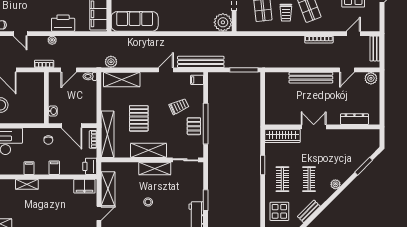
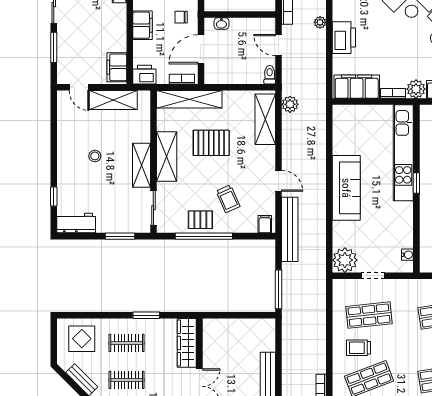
sofa: (135, 21) -> (346, 188), moved
filing cabinet: (54, 168) -> (142, 25), width x2.00
window: (206, 200) -> (120, 236), moved

